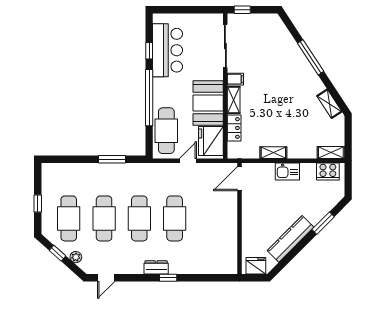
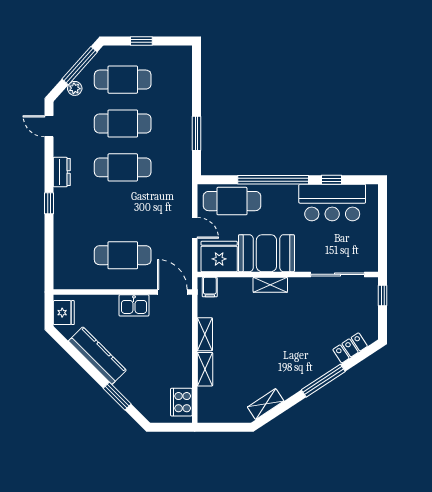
filing cabinet: (235, 79) -> (210, 287), moved
locker: (234, 128) -> (350, 348), moved, turned 147
shelving: (331, 152) -> (205, 369), moved
kitchen sink: (287, 171) -> (134, 305), moved, turned -90
cafe table: (175, 218) -> (123, 255), moved
window: (57, 253) -> (80, 66), width x2.17
dresser: (156, 267) -> (62, 172), moved

